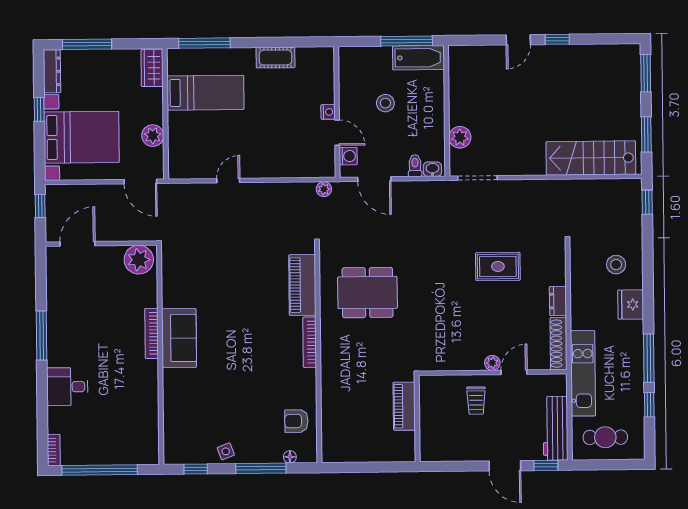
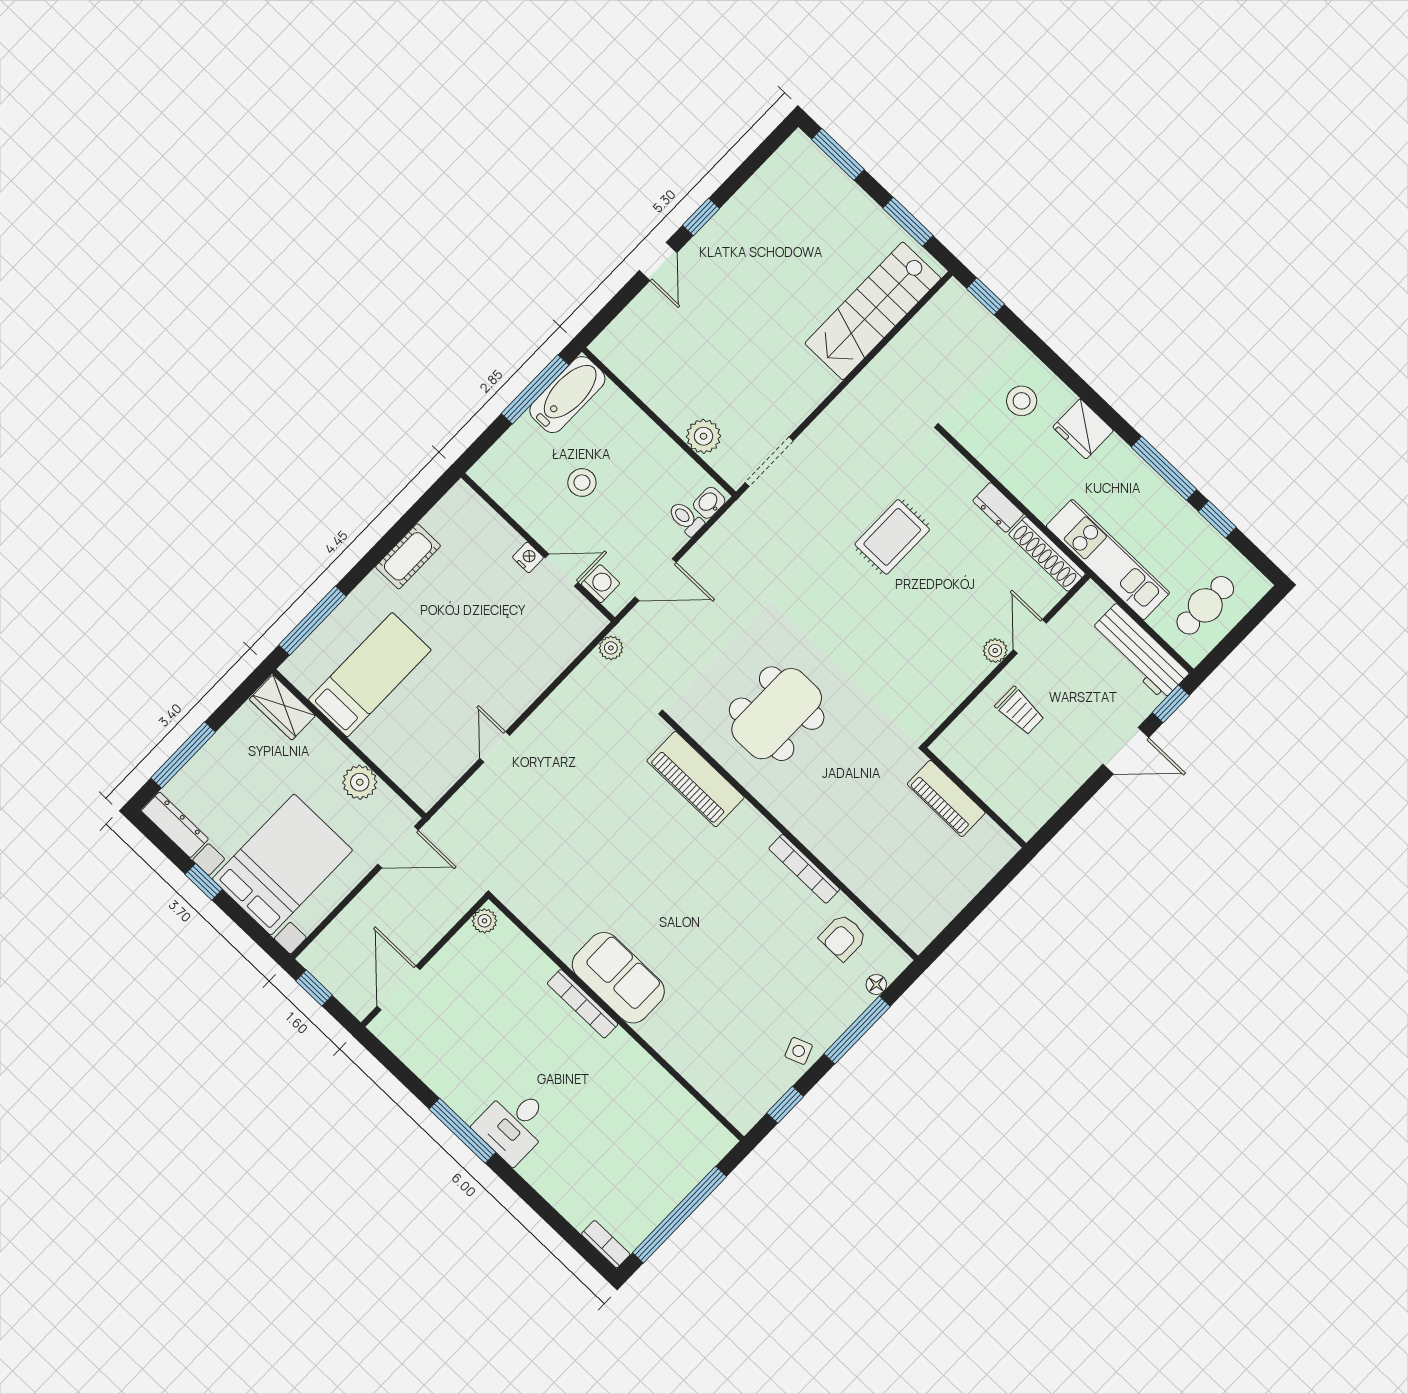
plant: (139, 260) -> (484, 921), width x0.53, depth x0.53
bookcase: (310, 342) -> (804, 869), moved
desk: (67, 387) -> (514, 1125), moved

